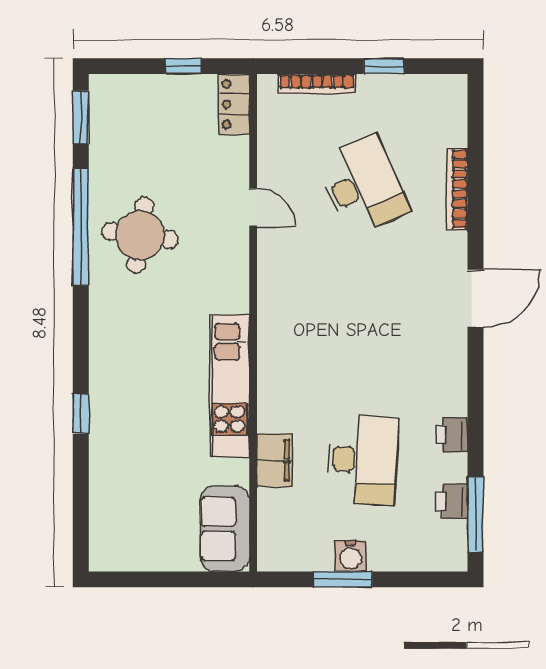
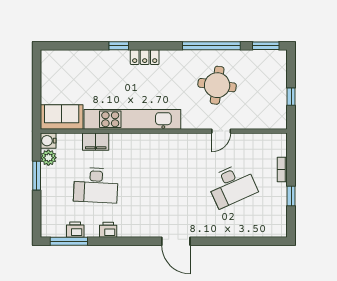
bookcase: (317, 84) -> (282, 170), width x0.64
locker: (234, 104) -> (145, 57), moved, turned 180
bookcase: (457, 189) -> (230, 232), removed
round table: (140, 235) -> (217, 85), moved
kitchen unit: (229, 386) -> (132, 119), width x1.36
plant: (307, 555) -> (48, 158), added
water cooler: (350, 556) -> (48, 141), moved

